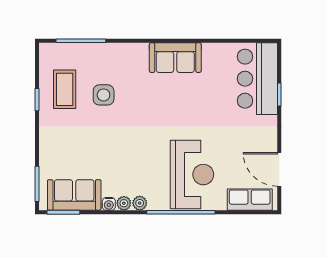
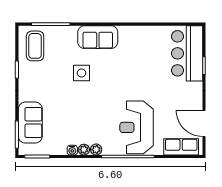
sofa: (175, 58) -> (98, 37), moved
coffee table: (65, 89) -> (35, 46), moved
side table: (104, 95) -> (82, 73), moved
reception desk: (192, 175) -> (137, 127), turned 180
sofa: (74, 195) -> (30, 123), moved, turned 90

